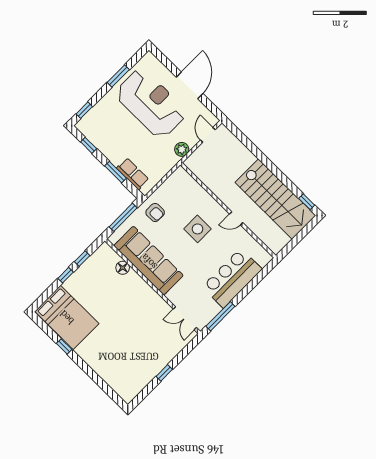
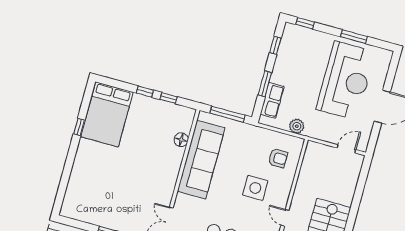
plant: (182, 149) -> (297, 126), moved
armchair: (155, 212) -> (278, 158), moved, turned -90

